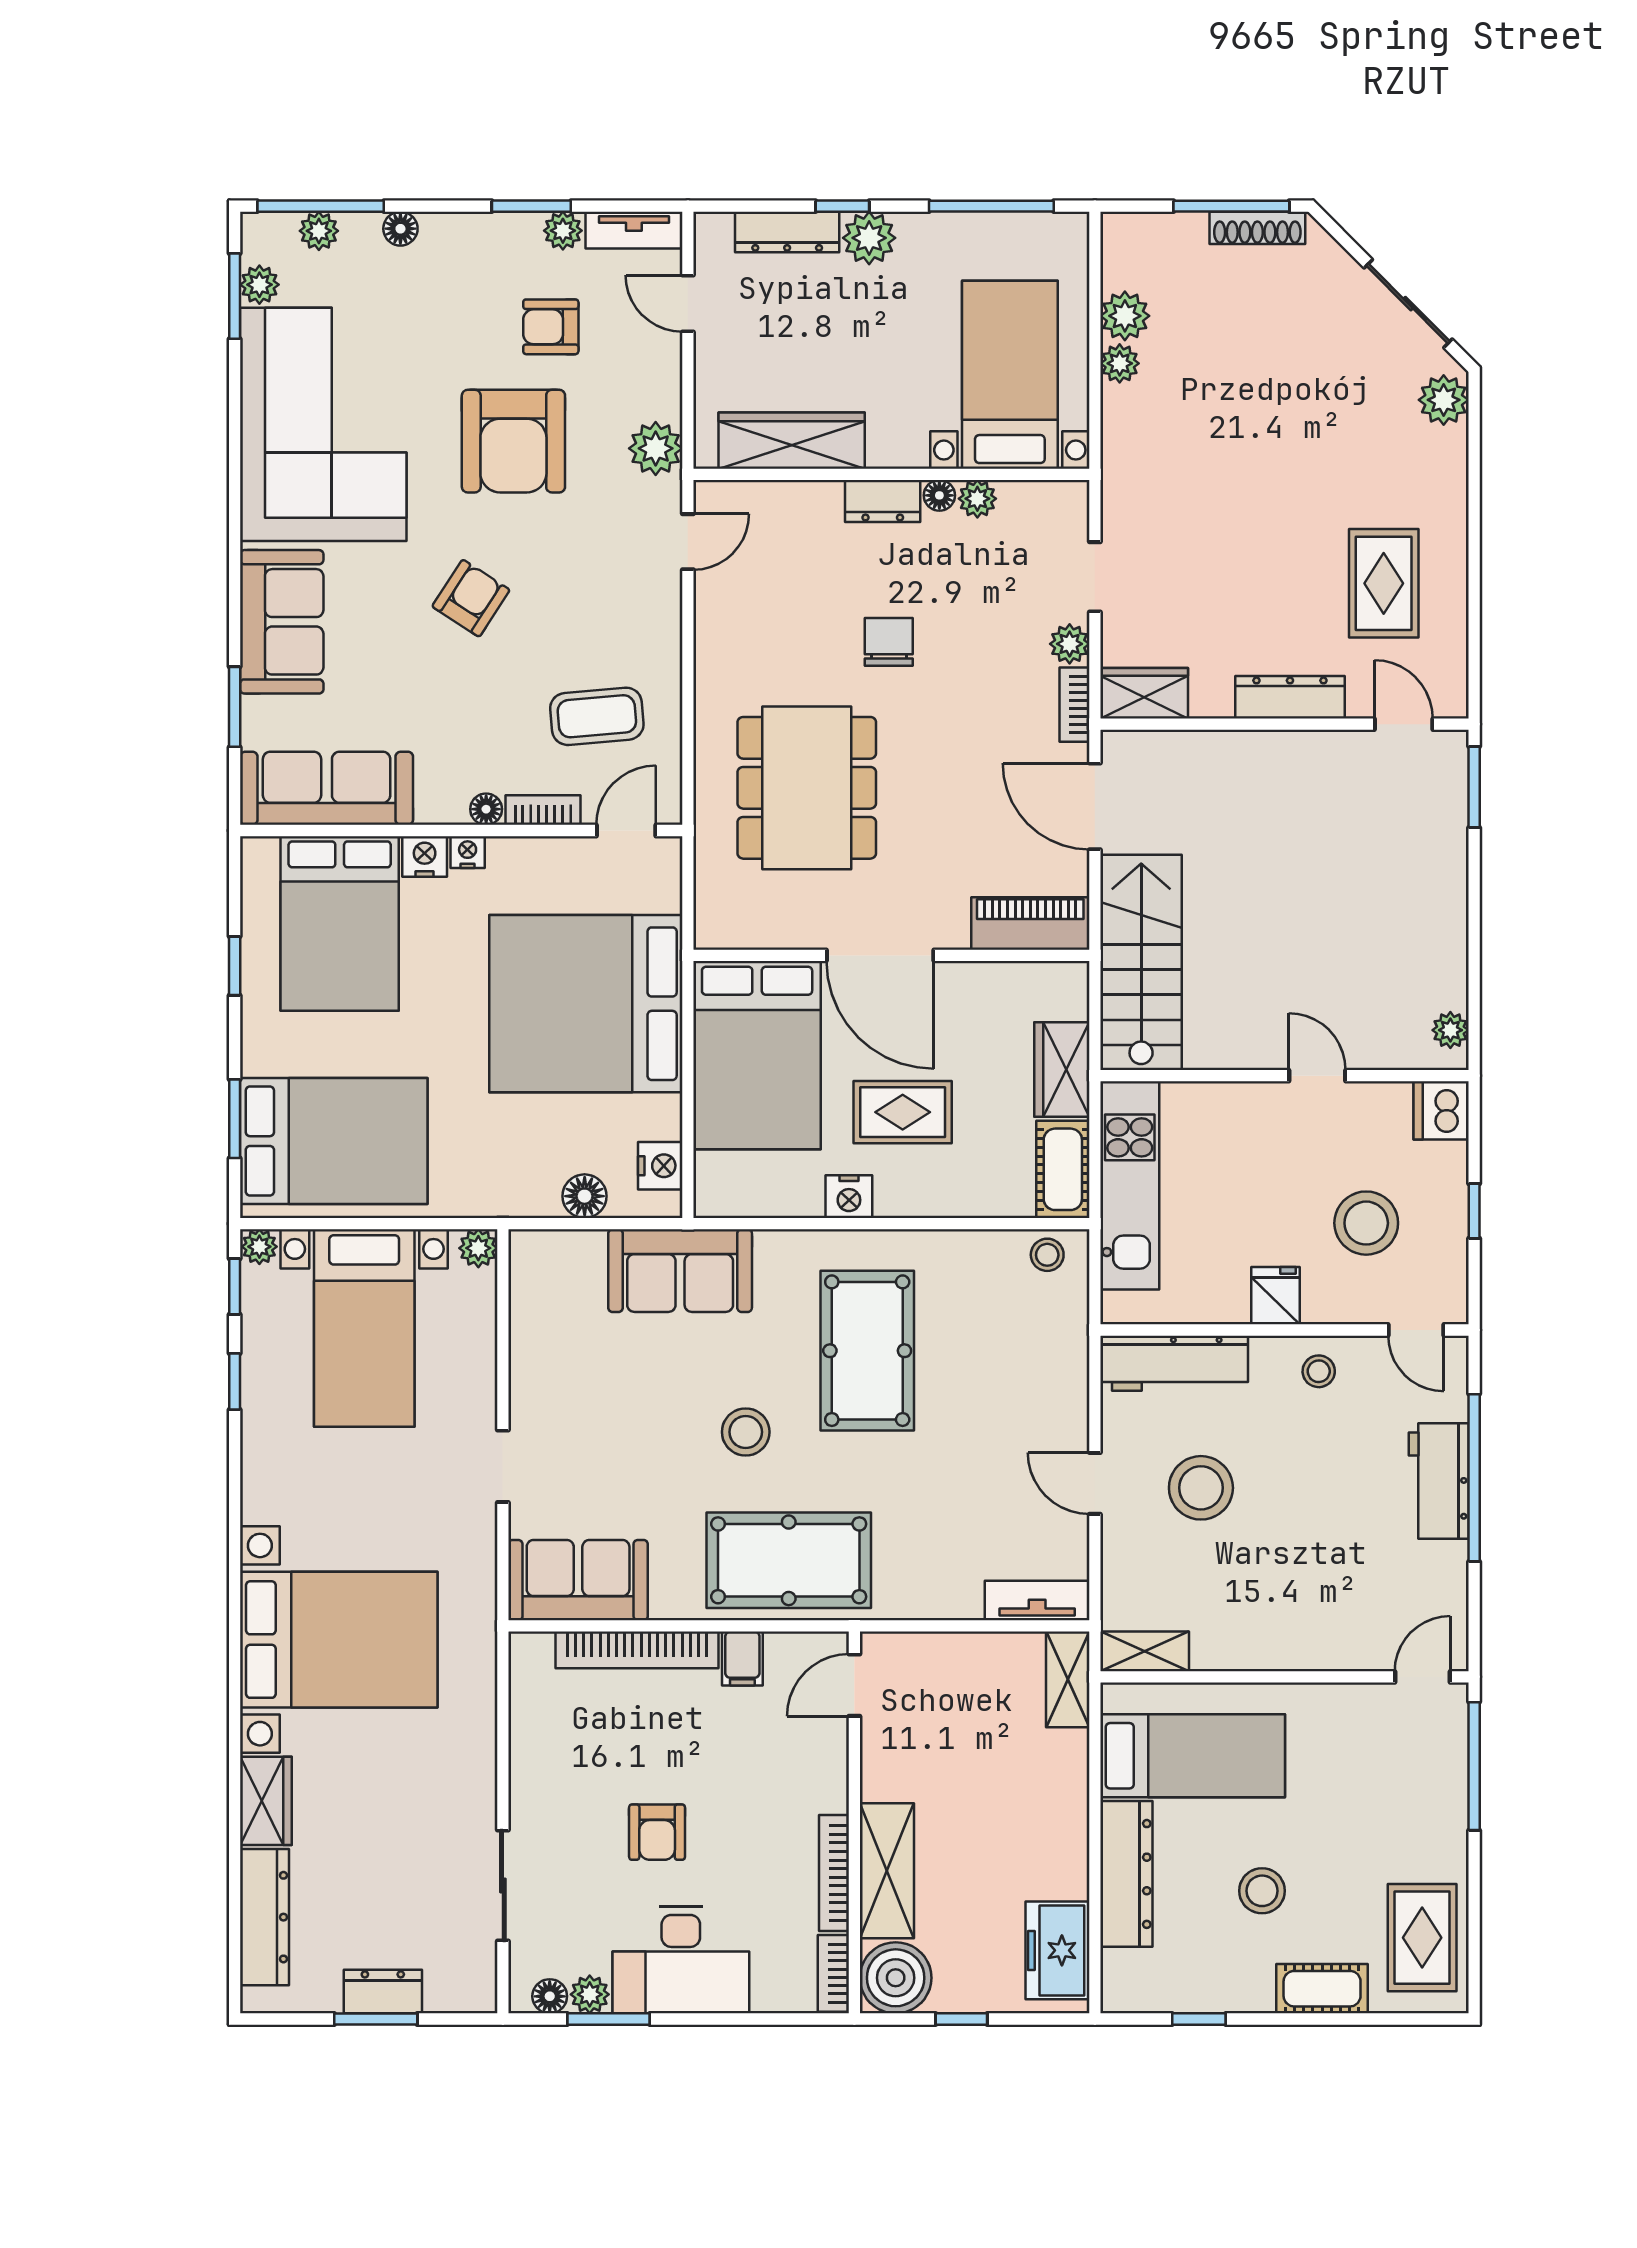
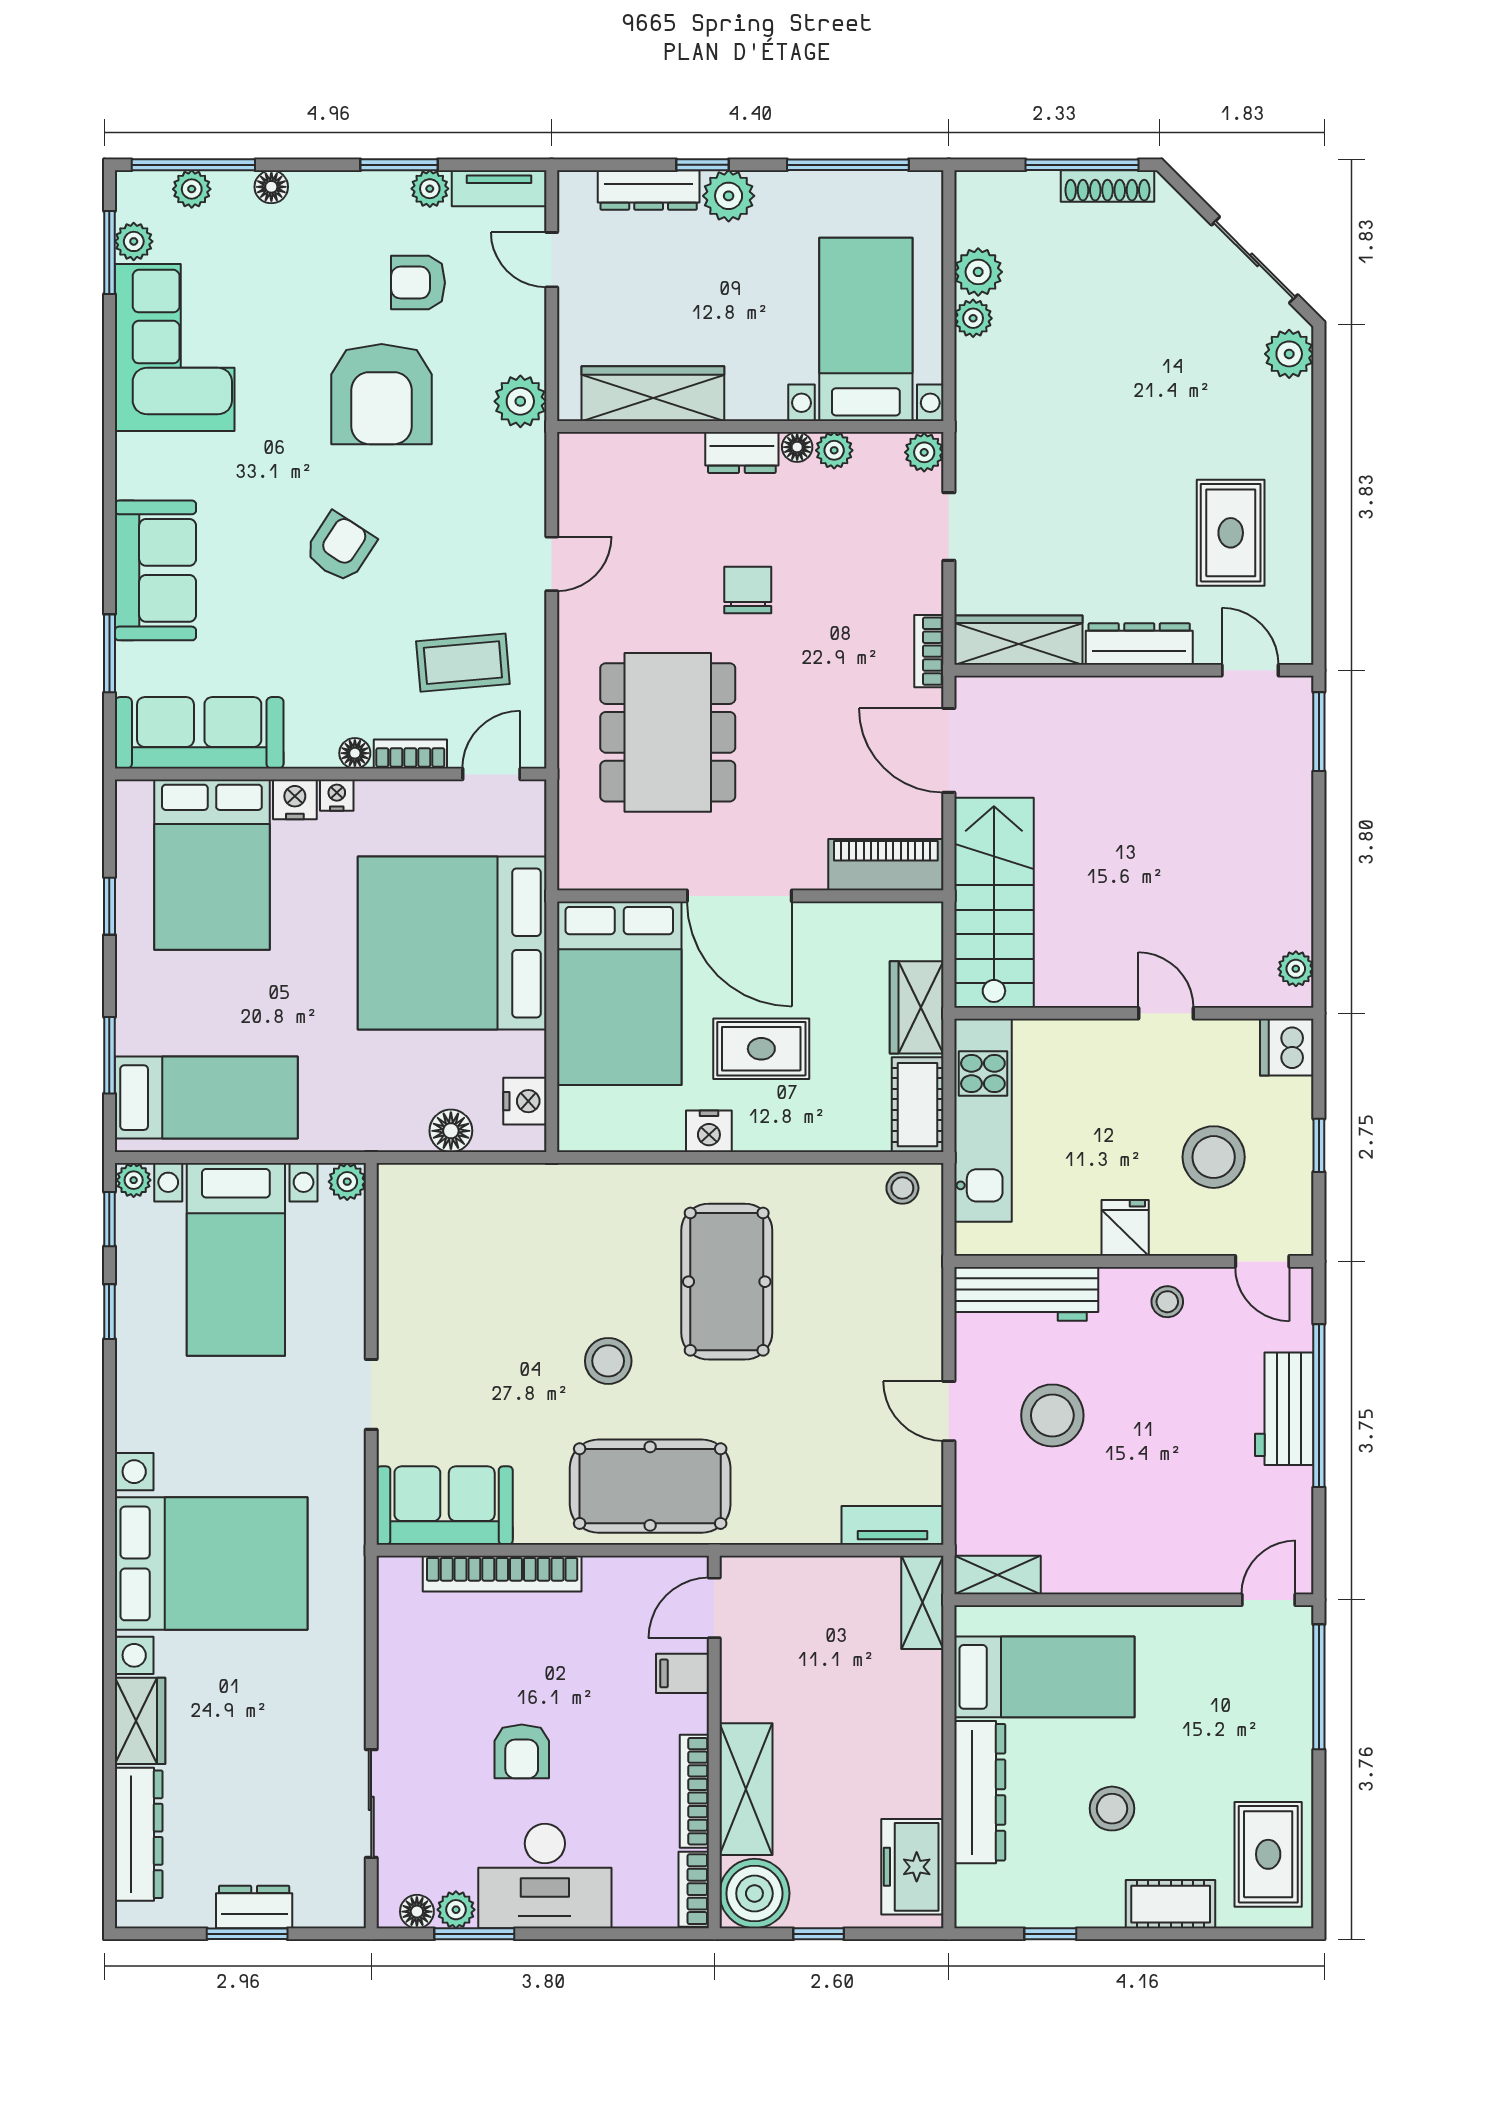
corner sofa: (323, 424) -> (175, 348), width x0.73, depth x0.74
door: (688, 542) -> (552, 564), moved
plant: (1070, 644) -> (924, 452), moved
wardrobe: (1144, 693) -> (1018, 640), width x1.50
bed: (334, 1141) -> (206, 1098), width x0.67
sofa: (680, 1271) -> (544, 1203), removed
filing cabinet: (742, 1659) -> (682, 1673), moved, turned 90

